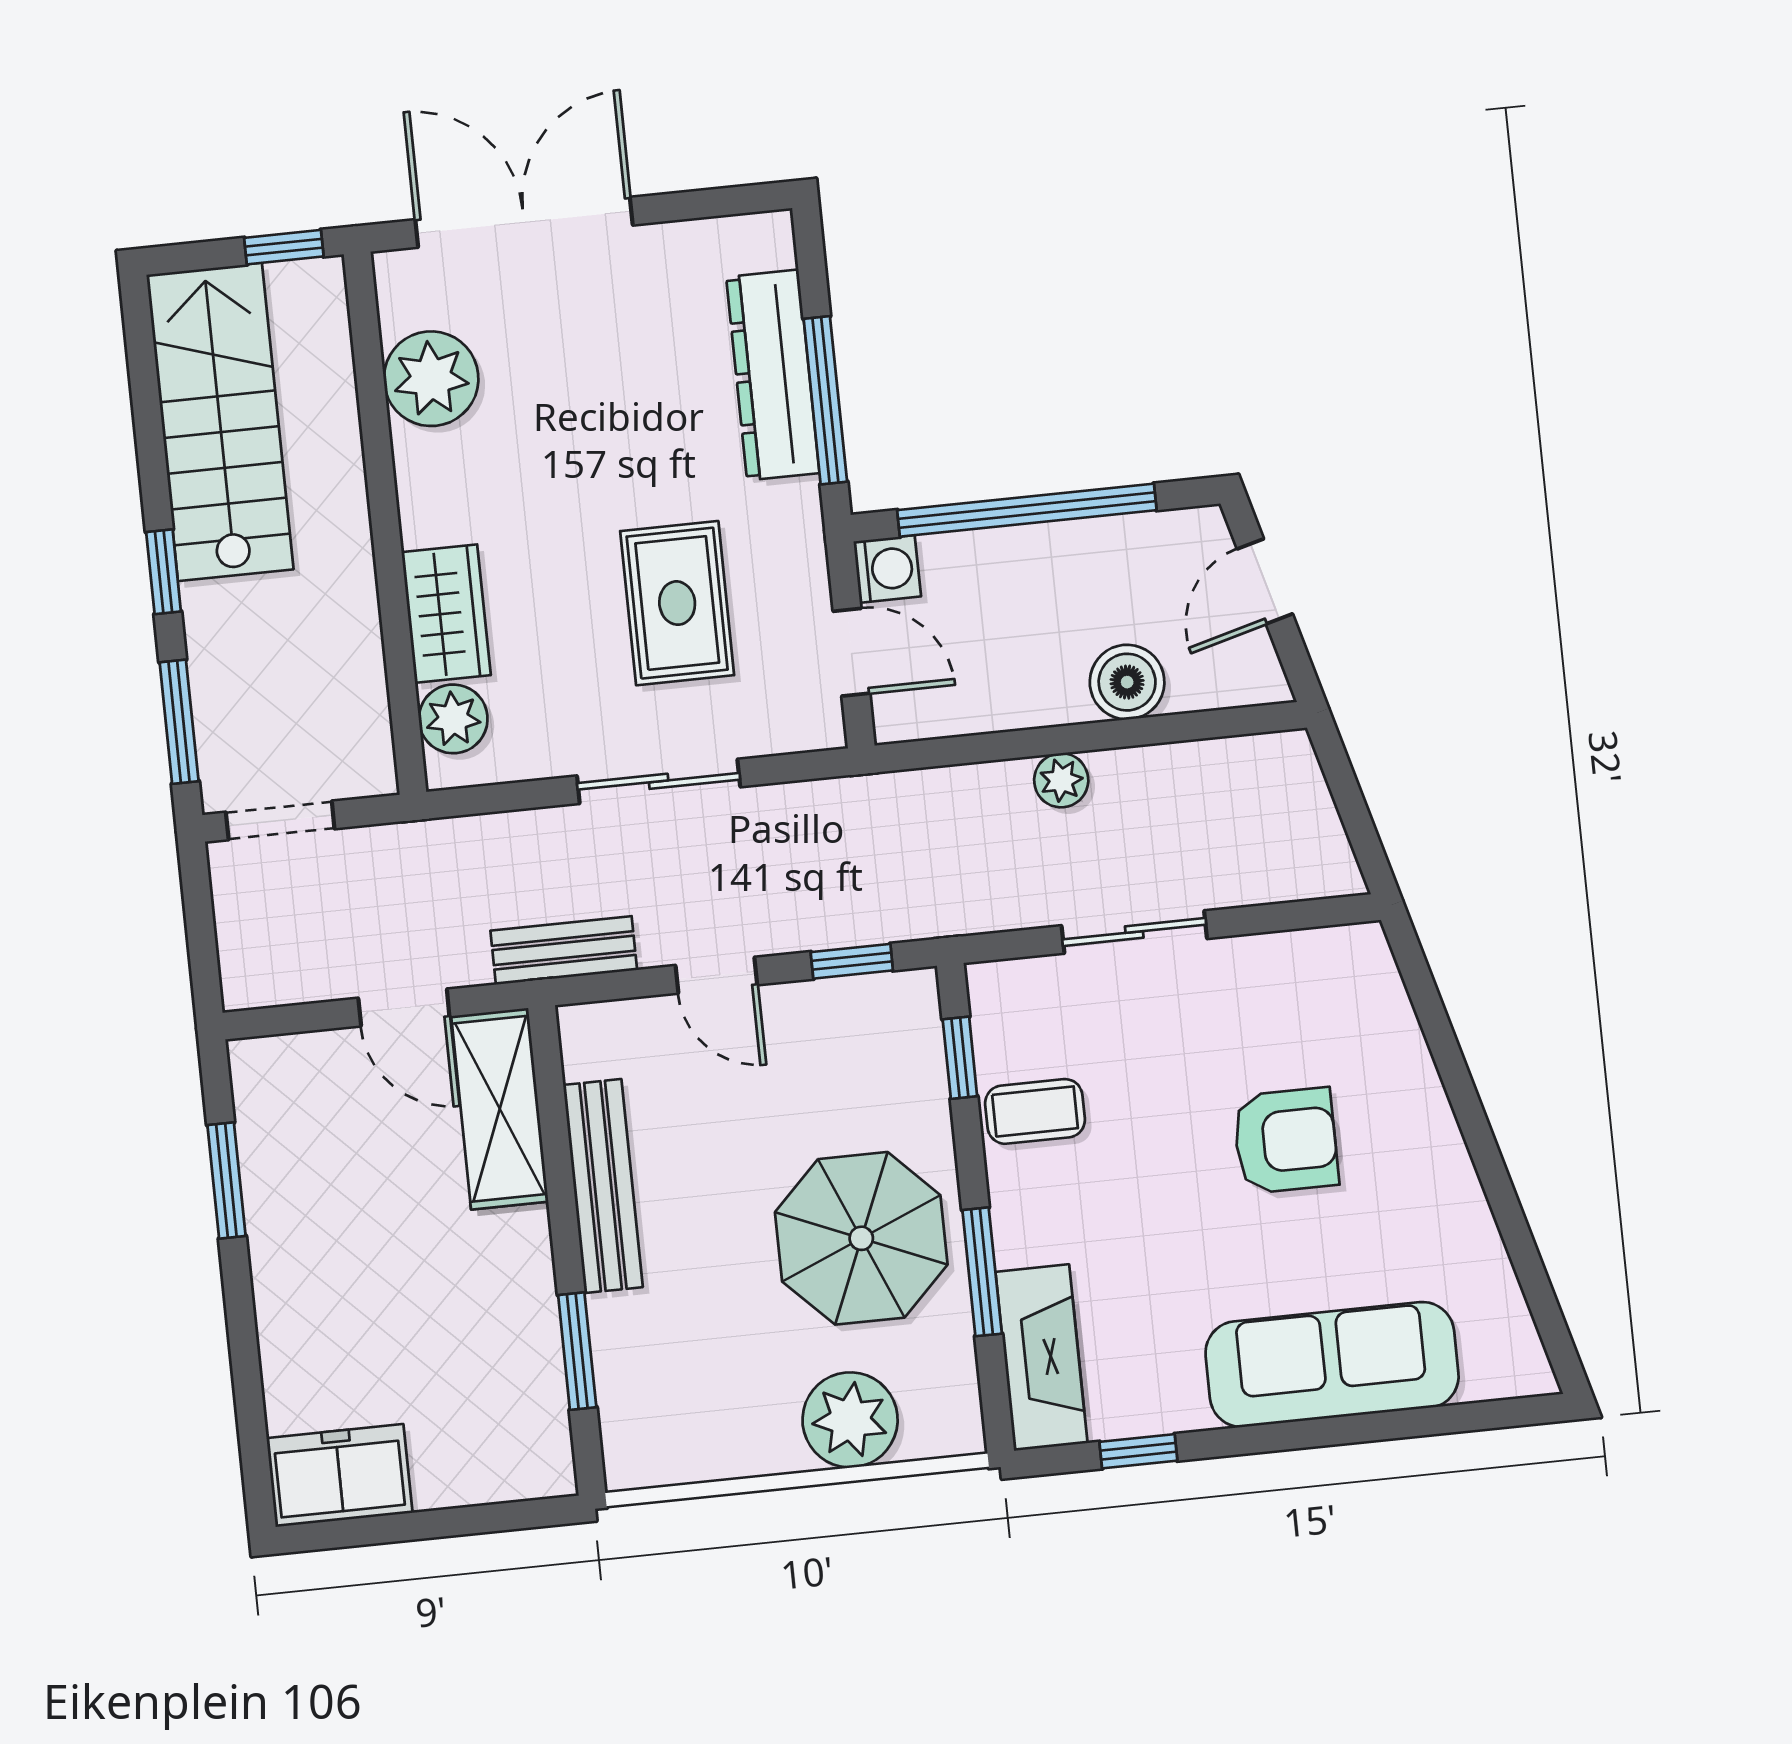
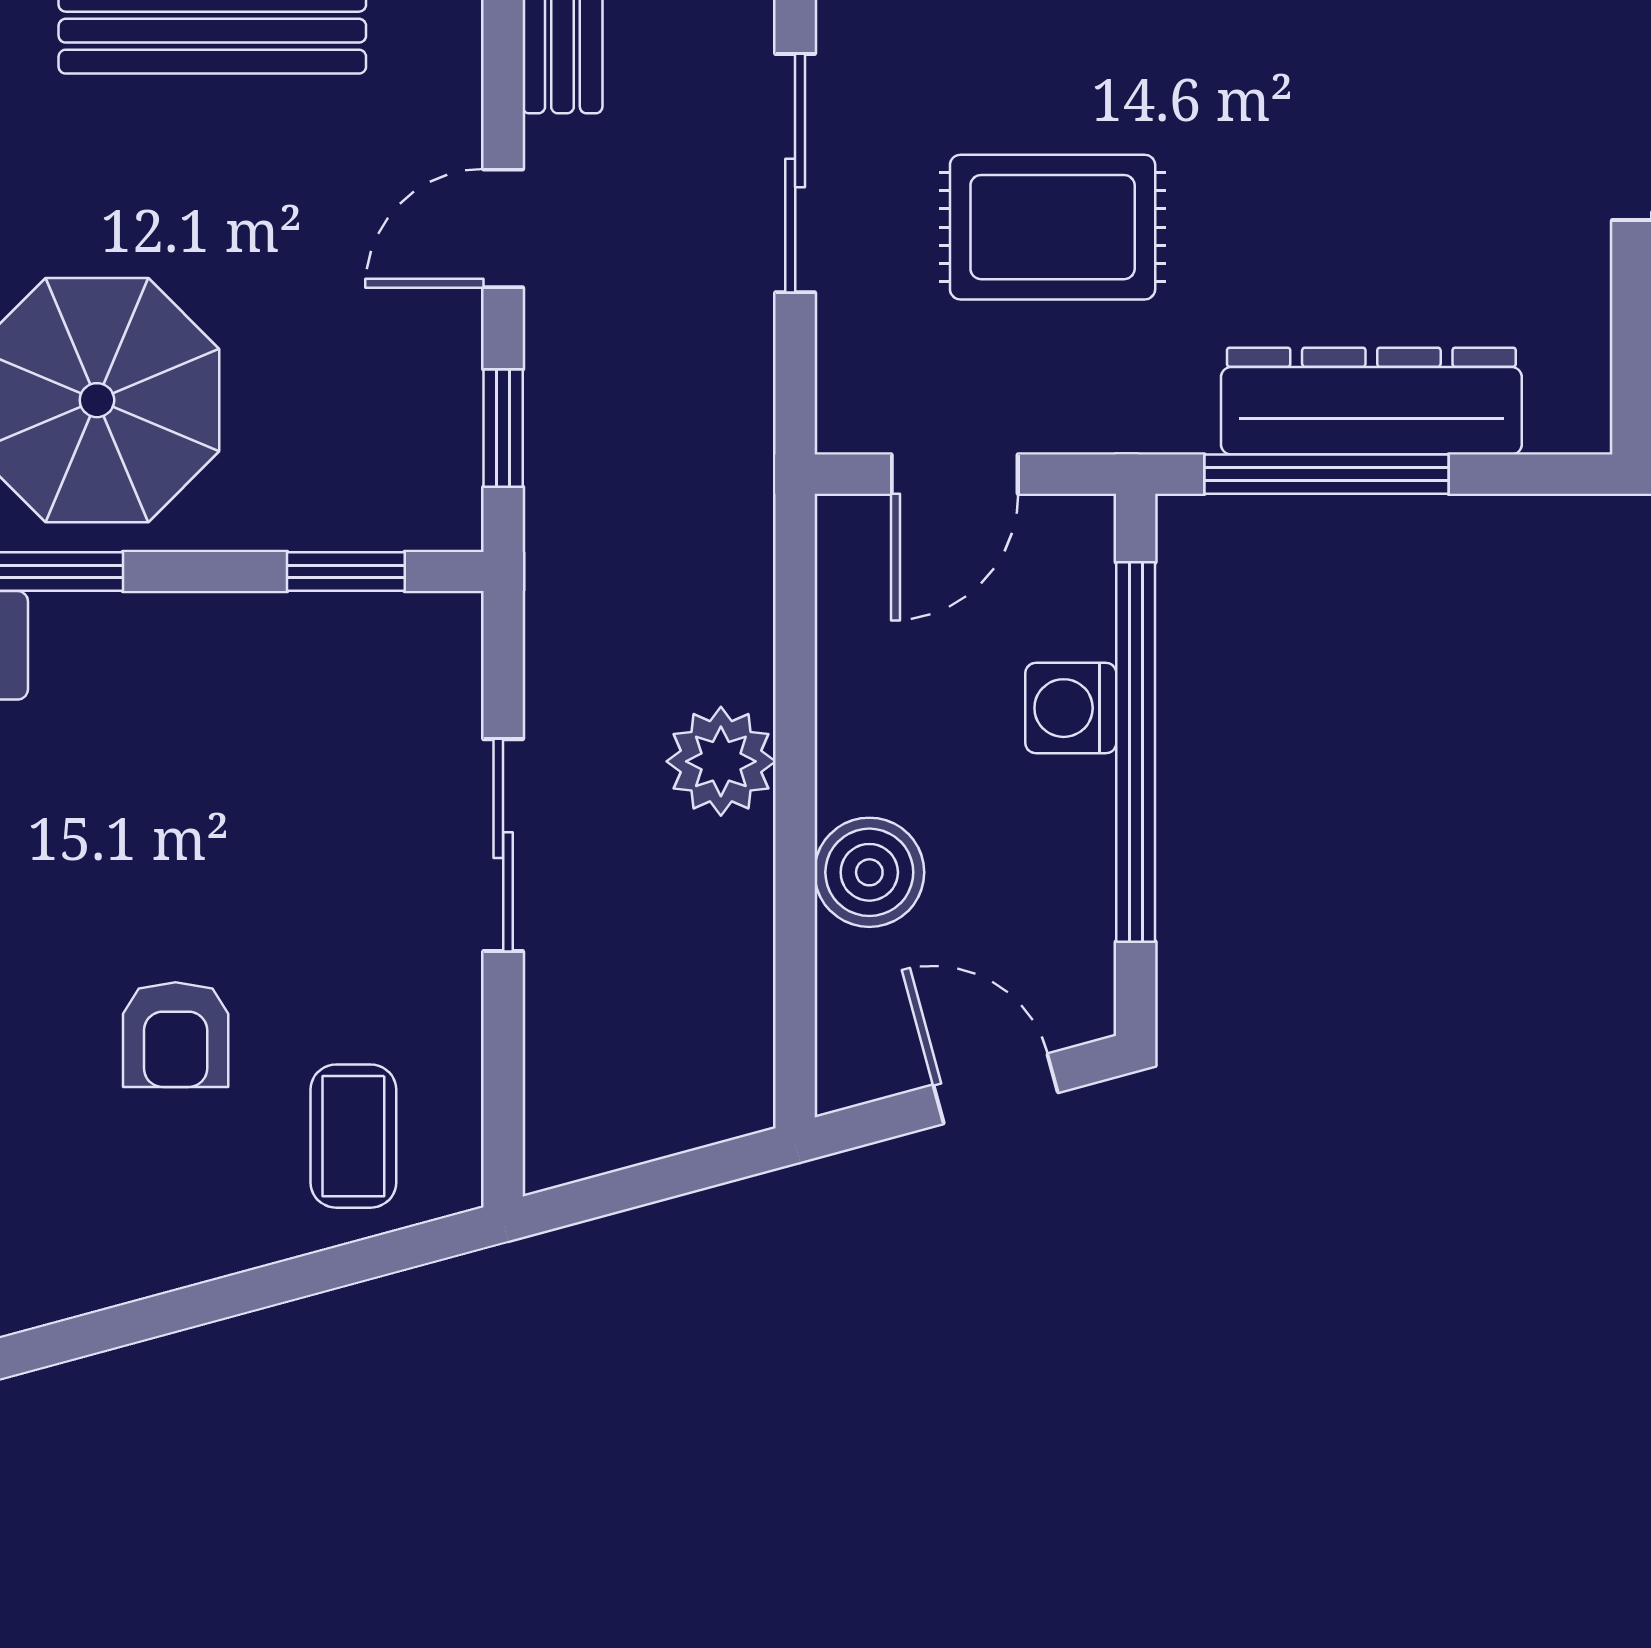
washing machine: (887, 569) -> (1071, 708), moved, turned 90
plant: (1061, 780) -> (721, 761), width x1.38, depth x1.38
coffee table: (1035, 1111) -> (353, 1136), moved
armchair: (1286, 1141) -> (176, 1035), width x0.72, depth x0.72

